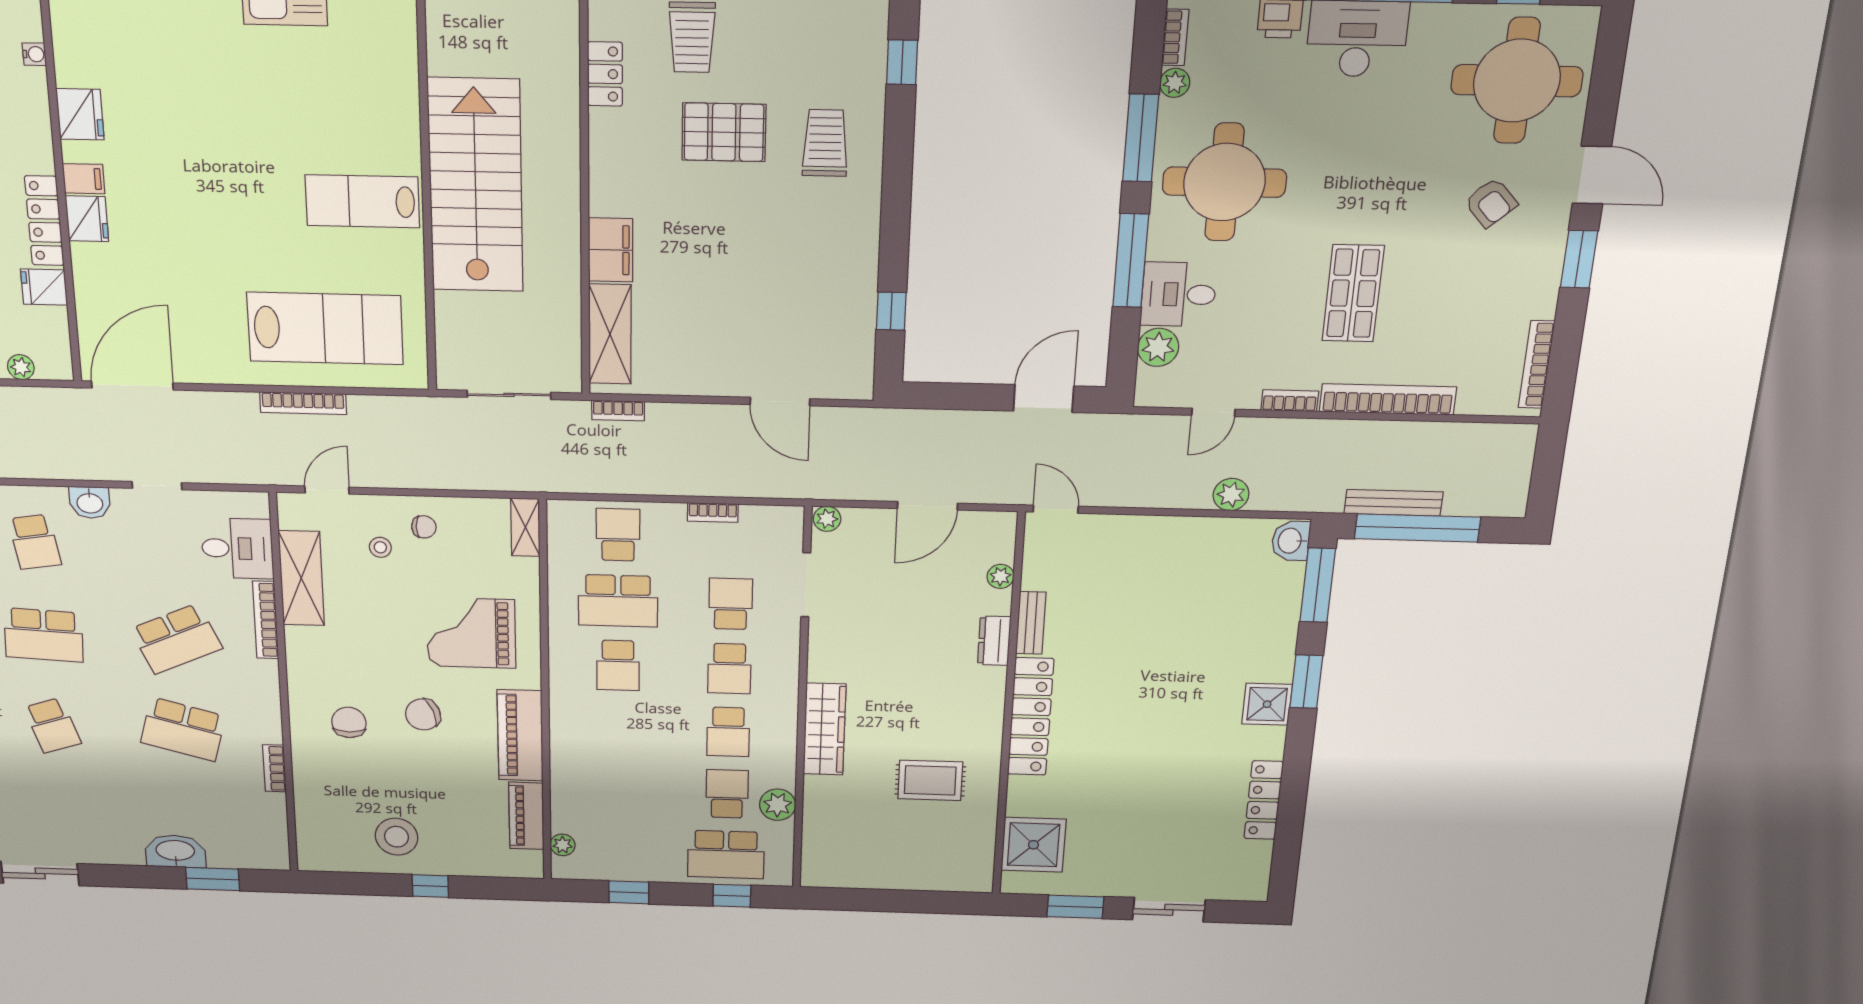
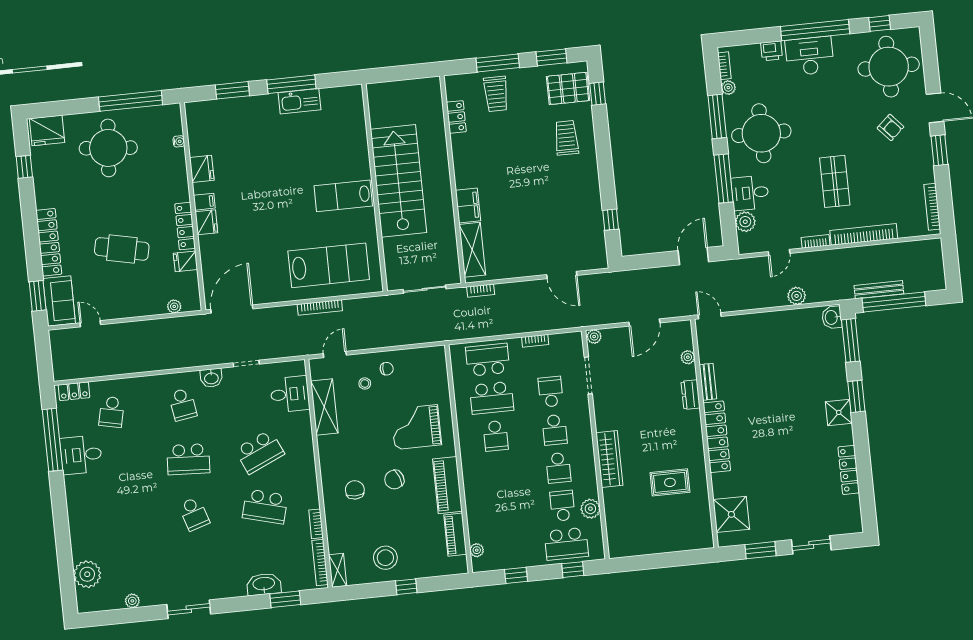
pallet: (724, 132) -> (568, 88), moved
shelving: (525, 527) -> (338, 570), moved
school desk: (618, 535) -> (488, 360), width x1.85
bookcase: (266, 620) -> (320, 562), moved

